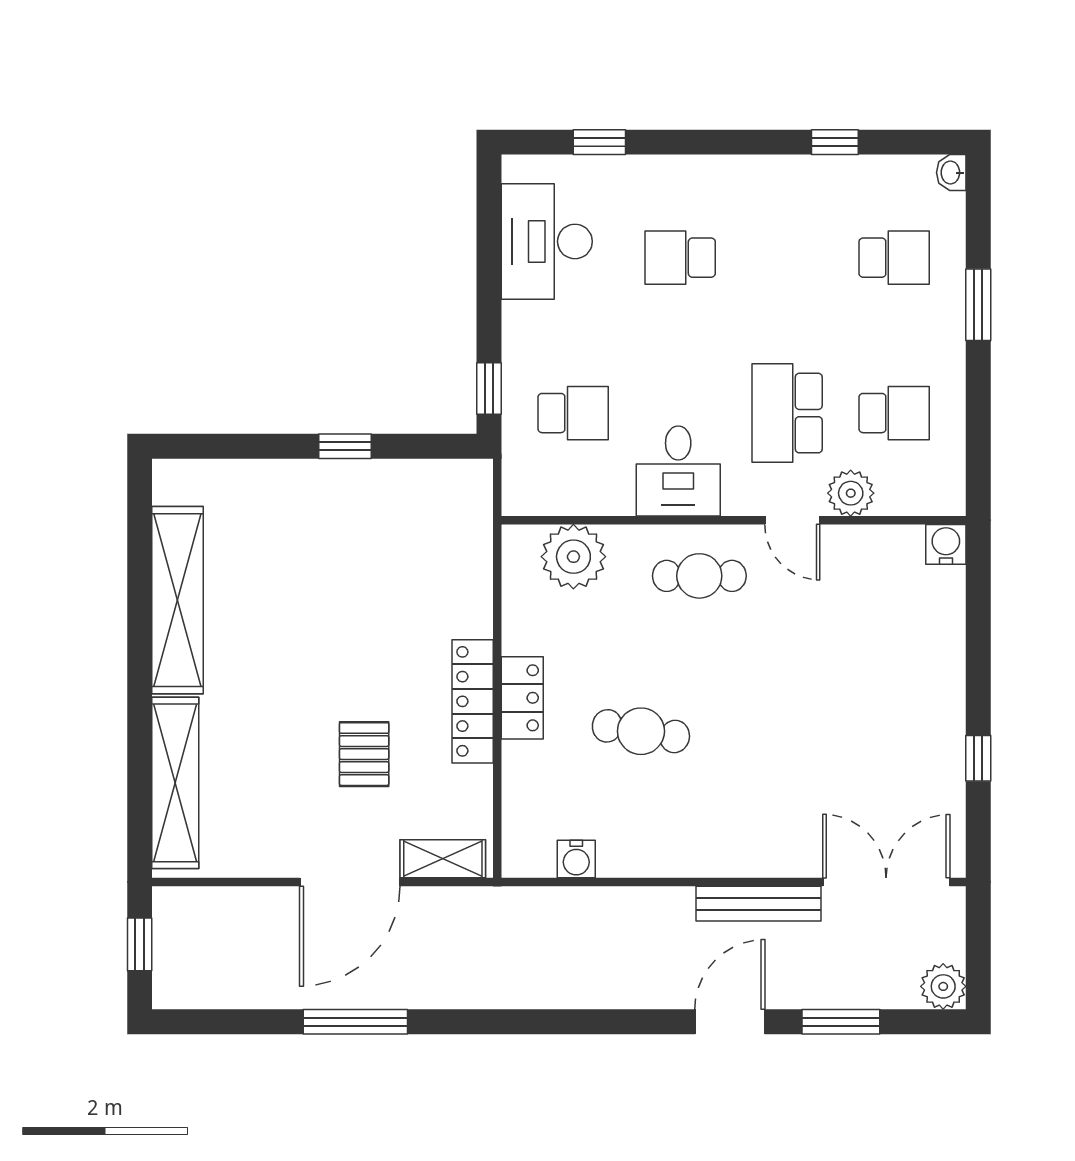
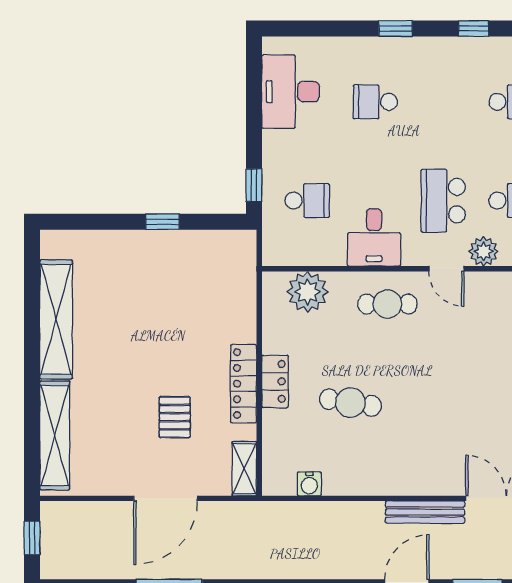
window: (599, 142) -> (395, 29), moved
shelving: (443, 859) -> (244, 469), moved, turned 90

